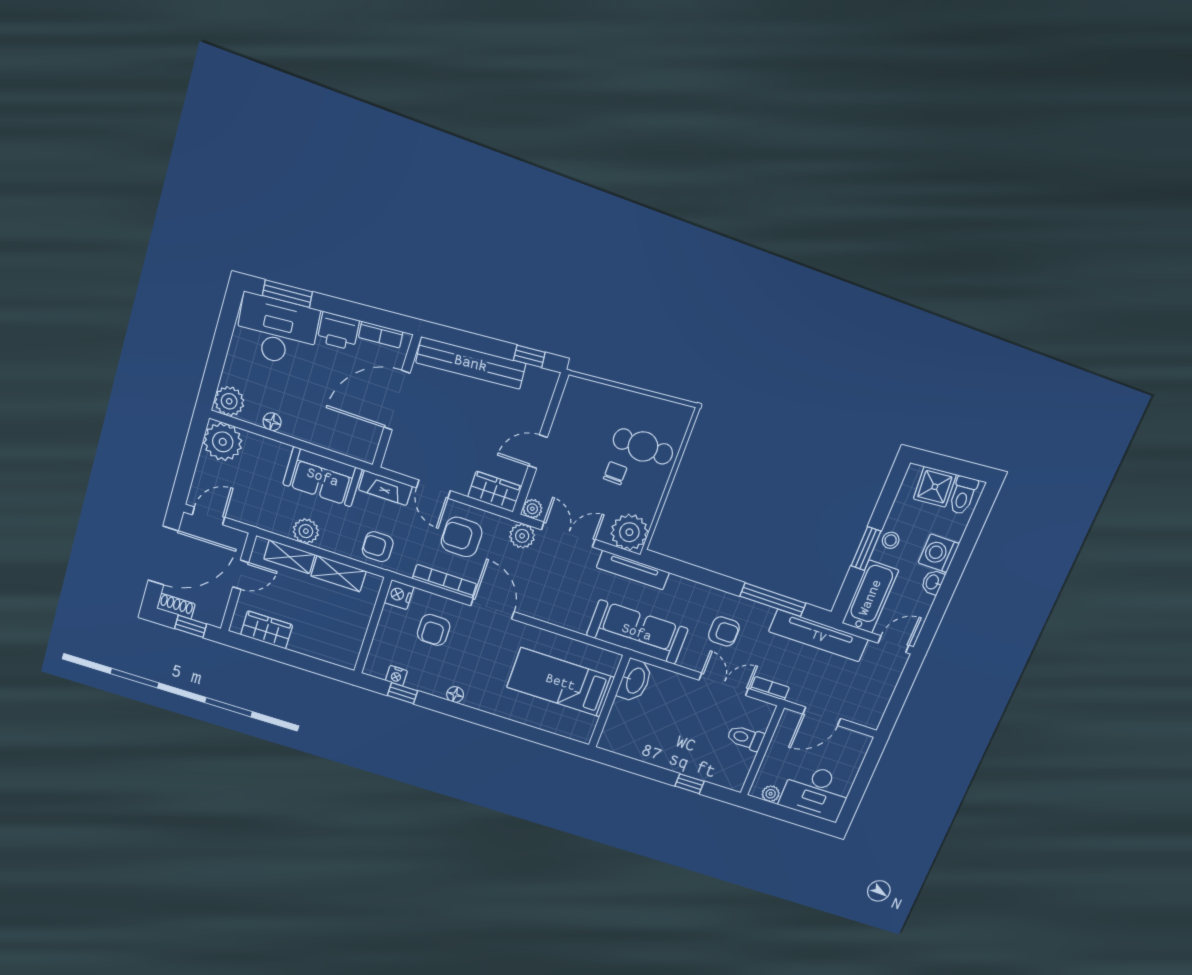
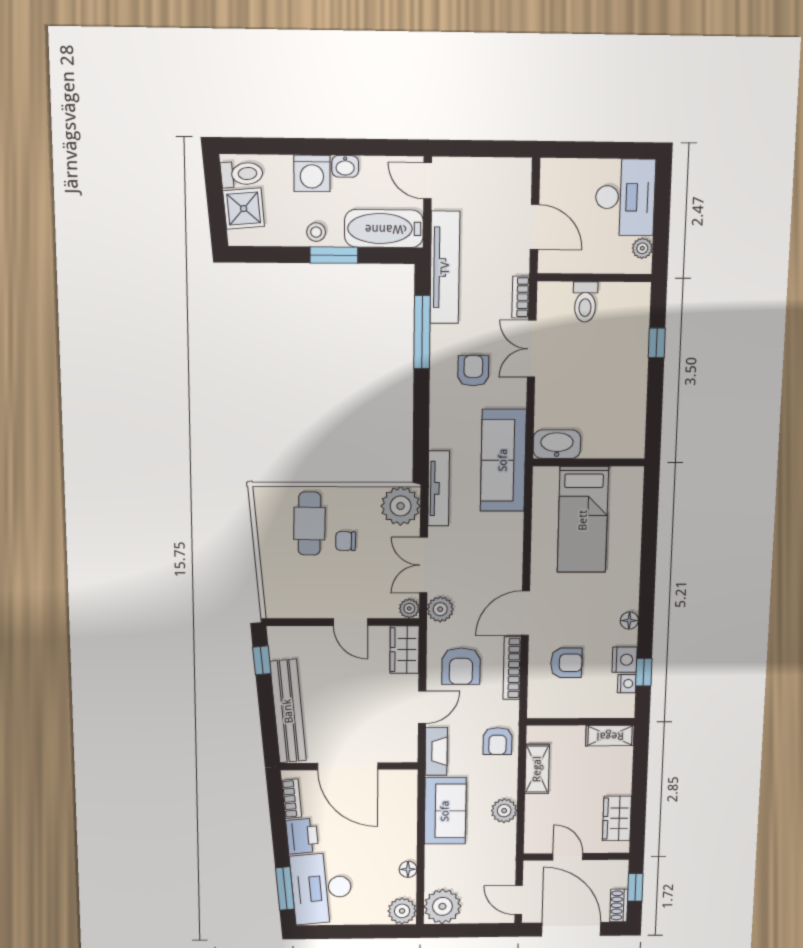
shelving: (289, 557) -> (610, 736), moved, turned 90
nightstand: (399, 595) -> (625, 660), moved, turned -90

